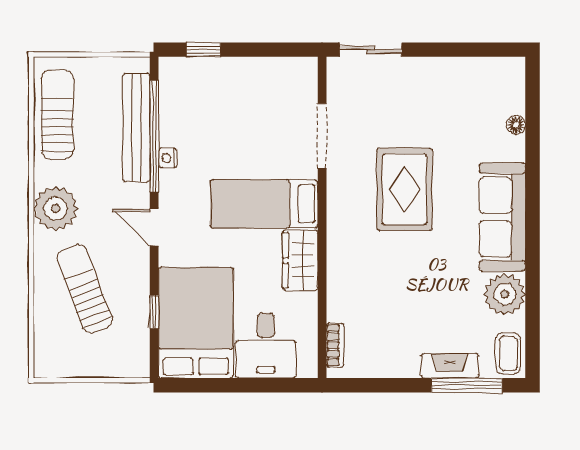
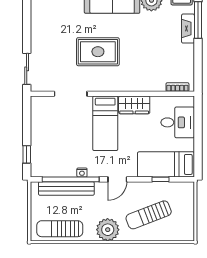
bed: (196, 323) -> (166, 164), width x0.67

